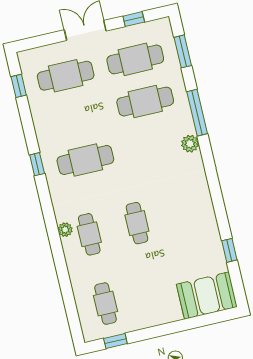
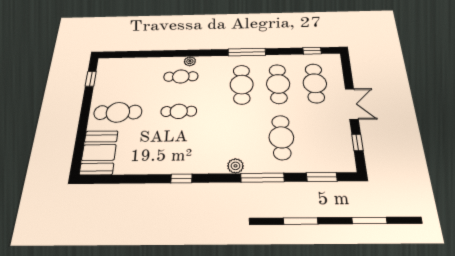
cafe table: (135, 59) -> (278, 84), moved
window: (37, 164) -> (247, 52), width x2.17
window: (229, 250) -> (181, 178), moved
cafe table: (105, 304) -> (118, 112), moved, width x1.37, depth x1.35

